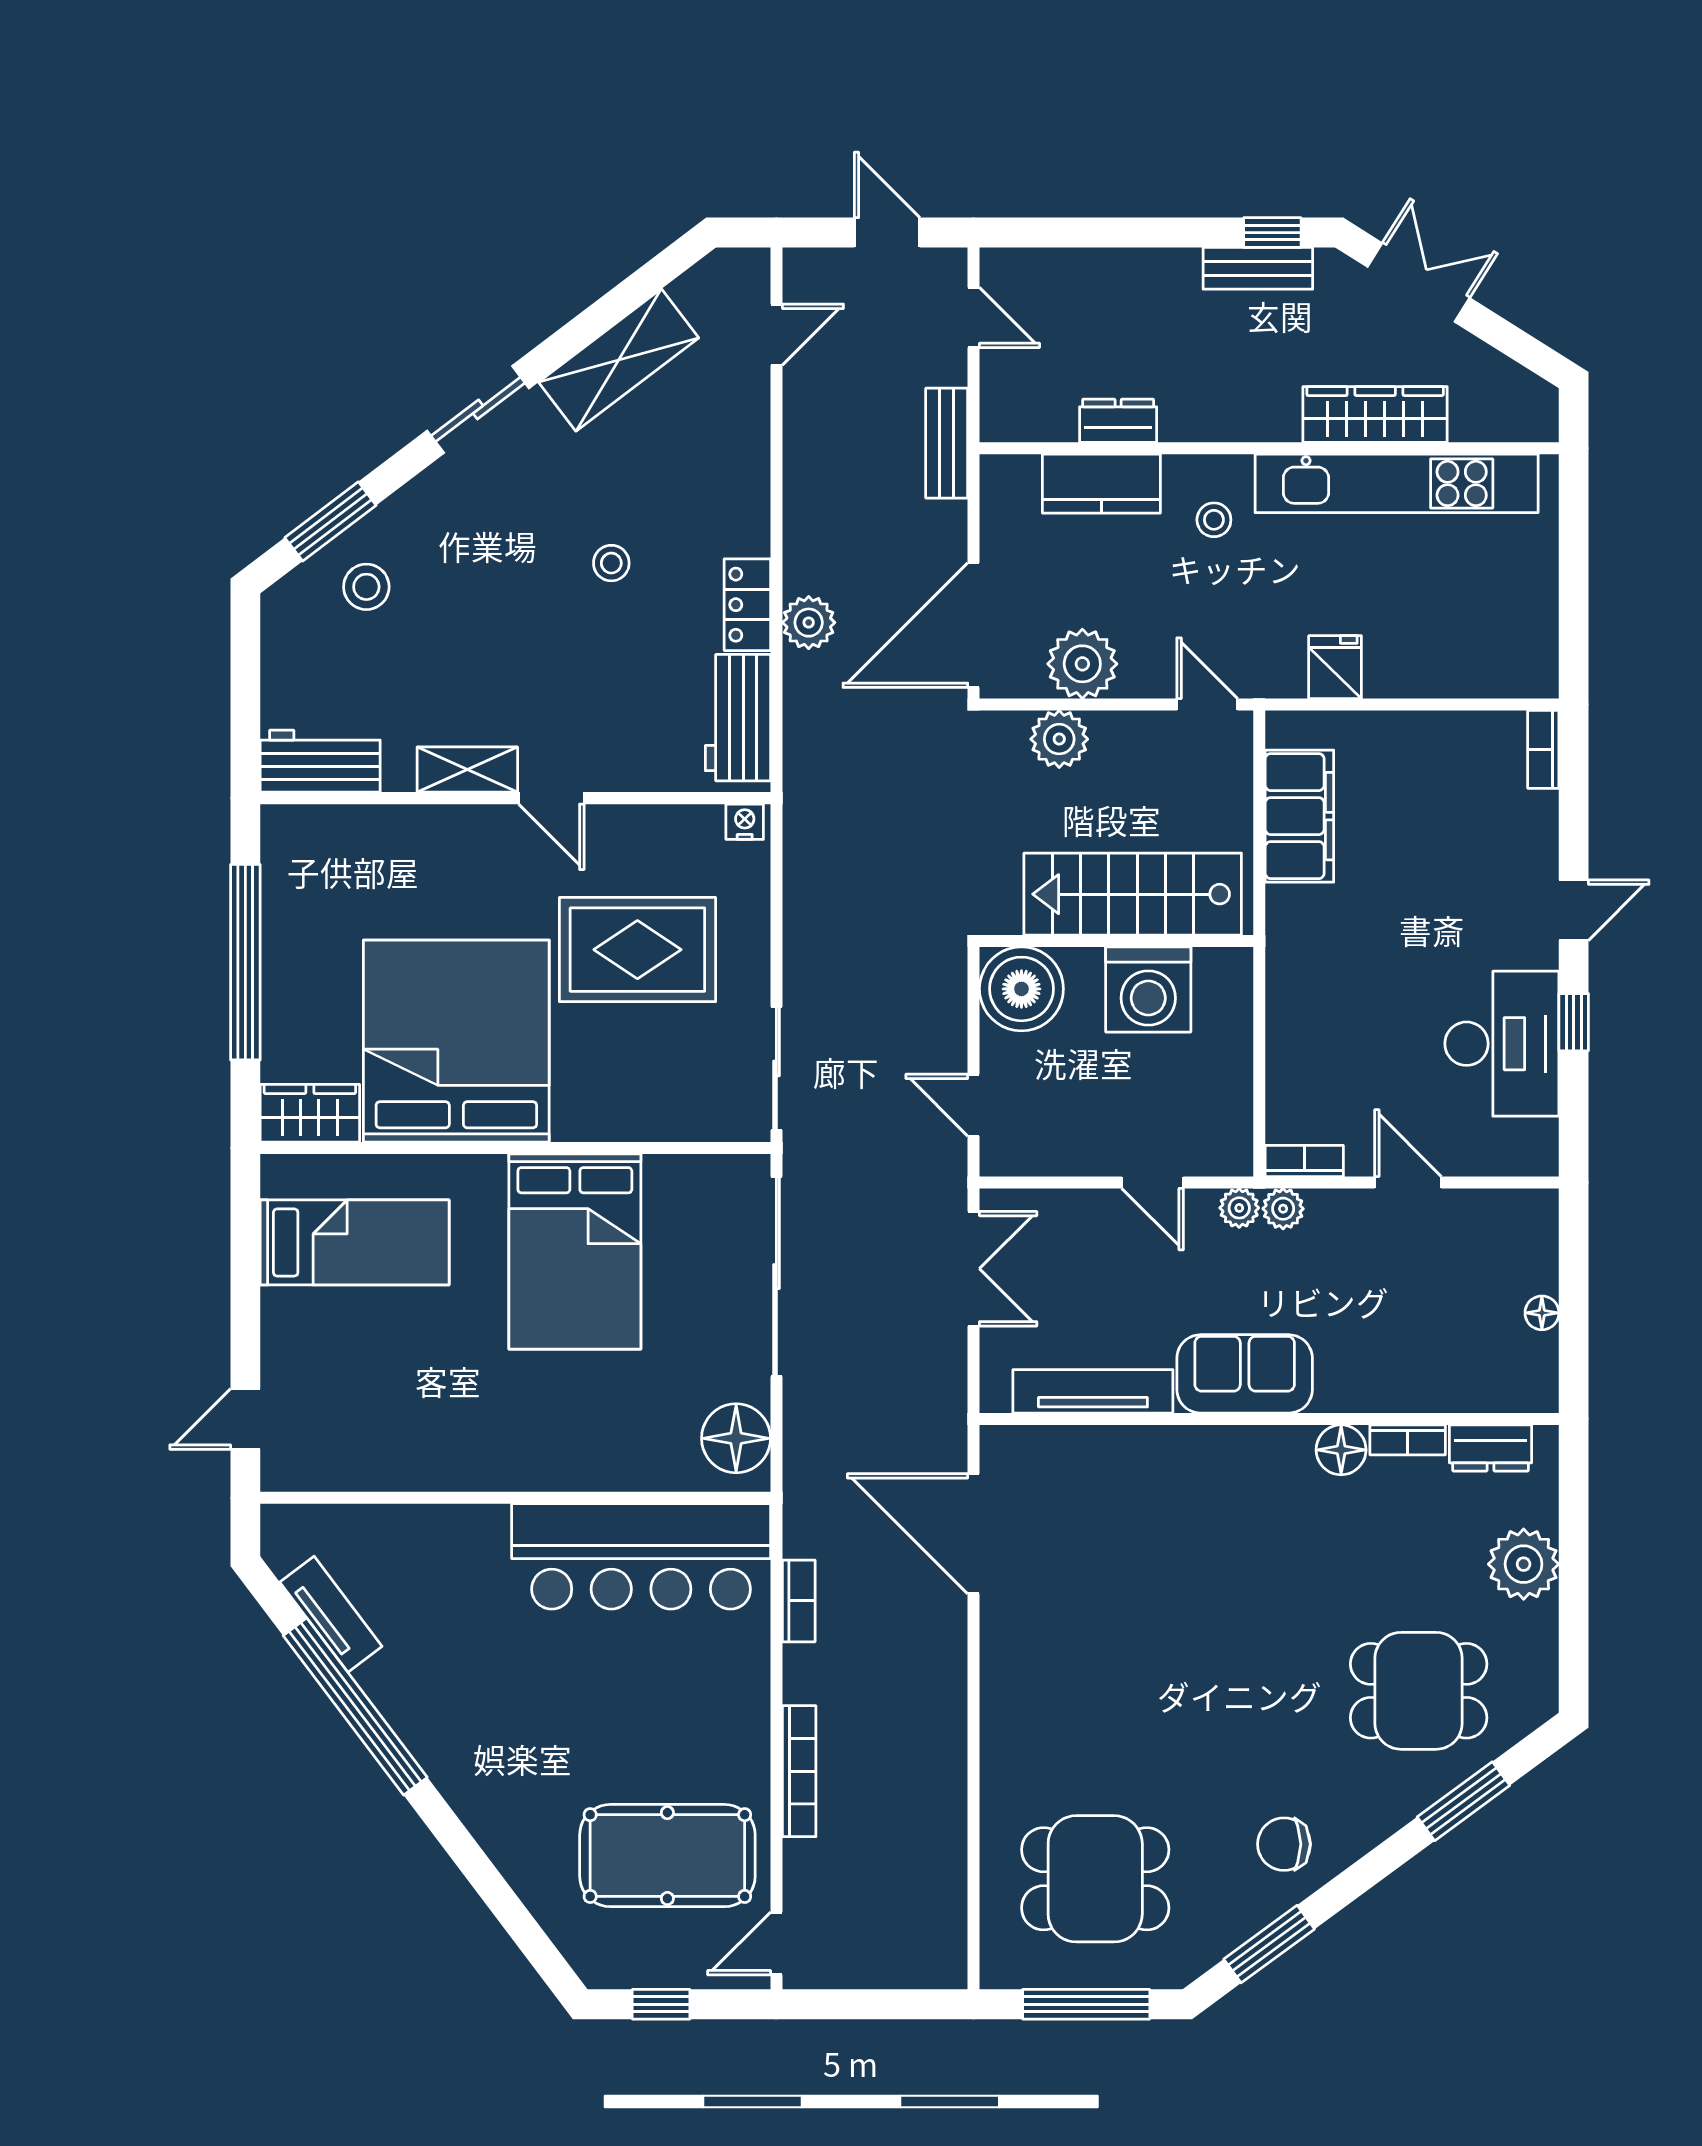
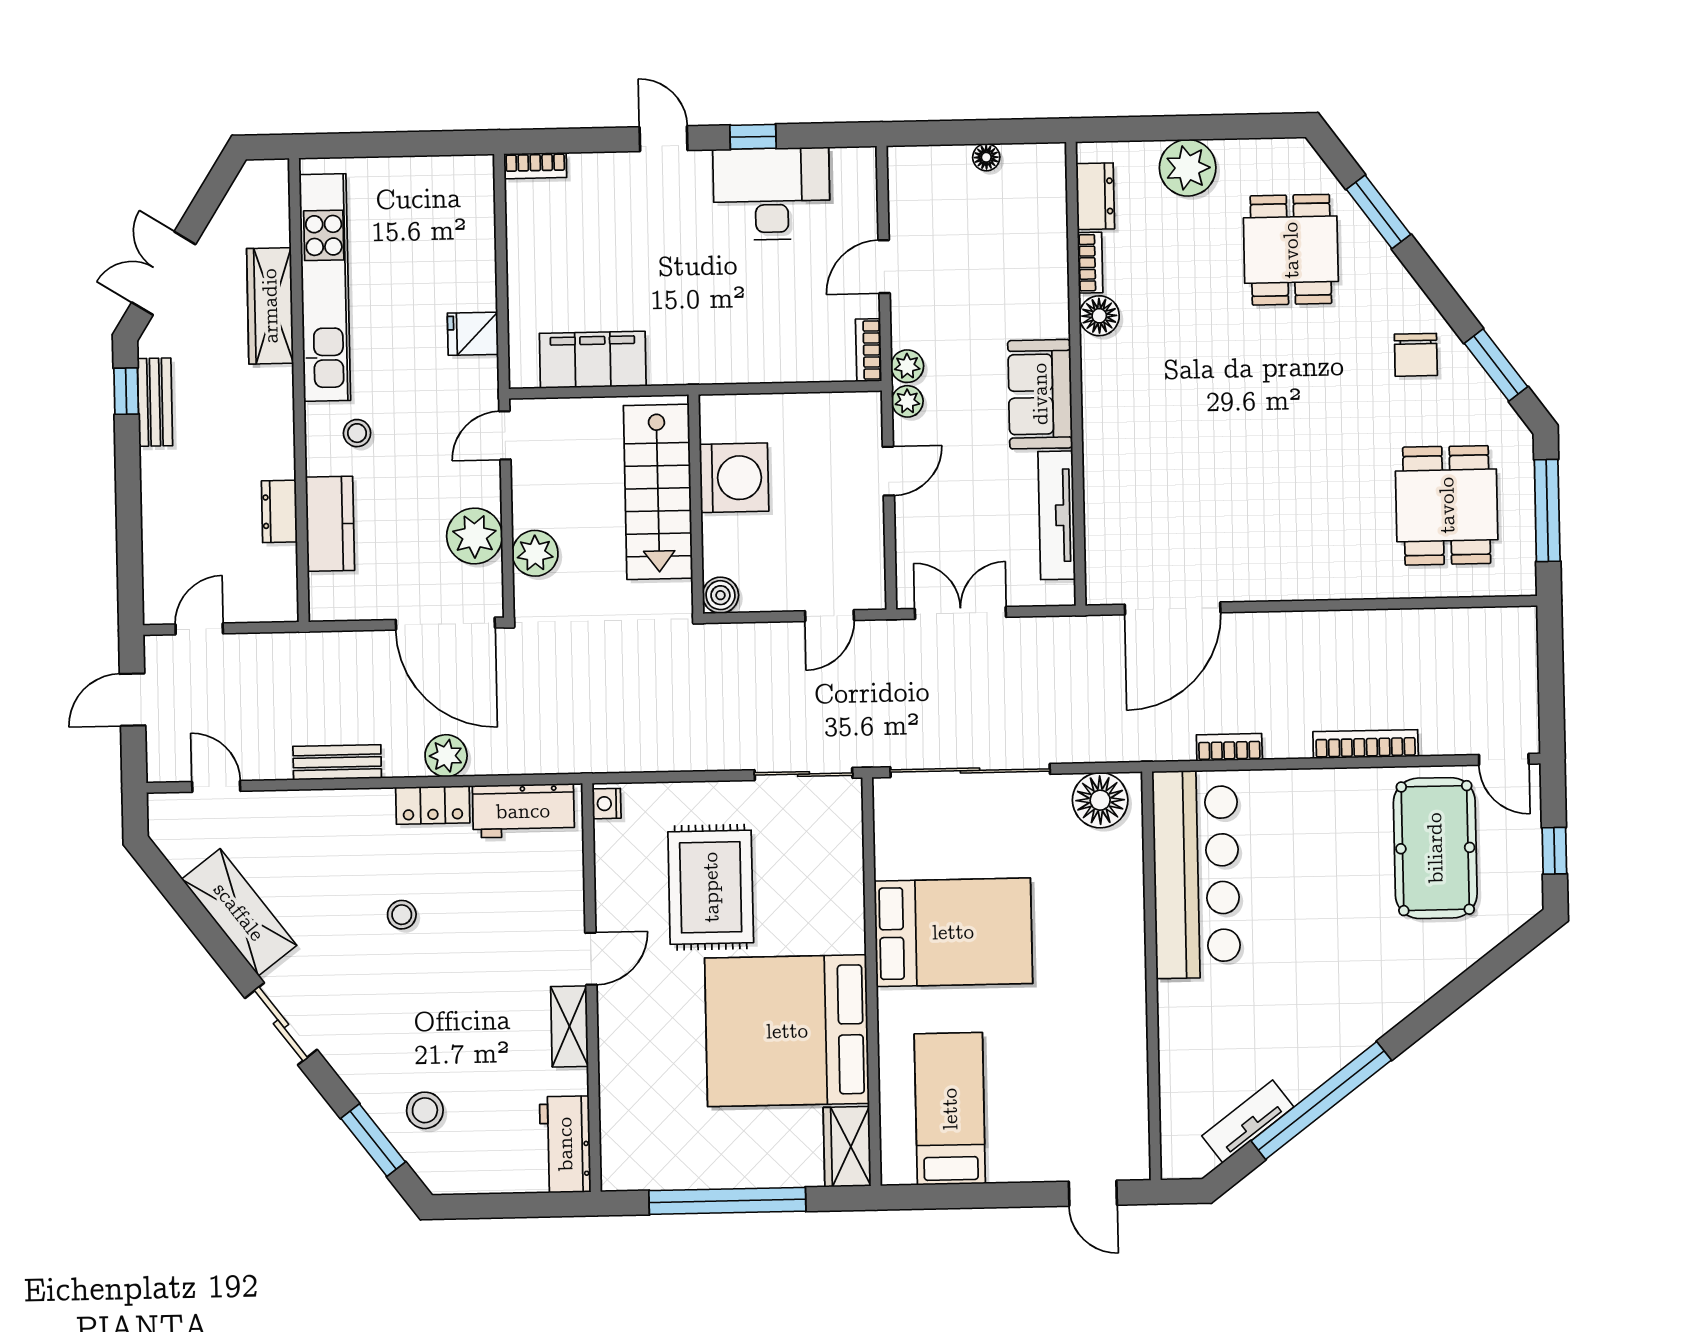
bench: (947, 443) -> (337, 762), moved
boiler: (1021, 989) -> (720, 595), width x0.54, depth x0.54

